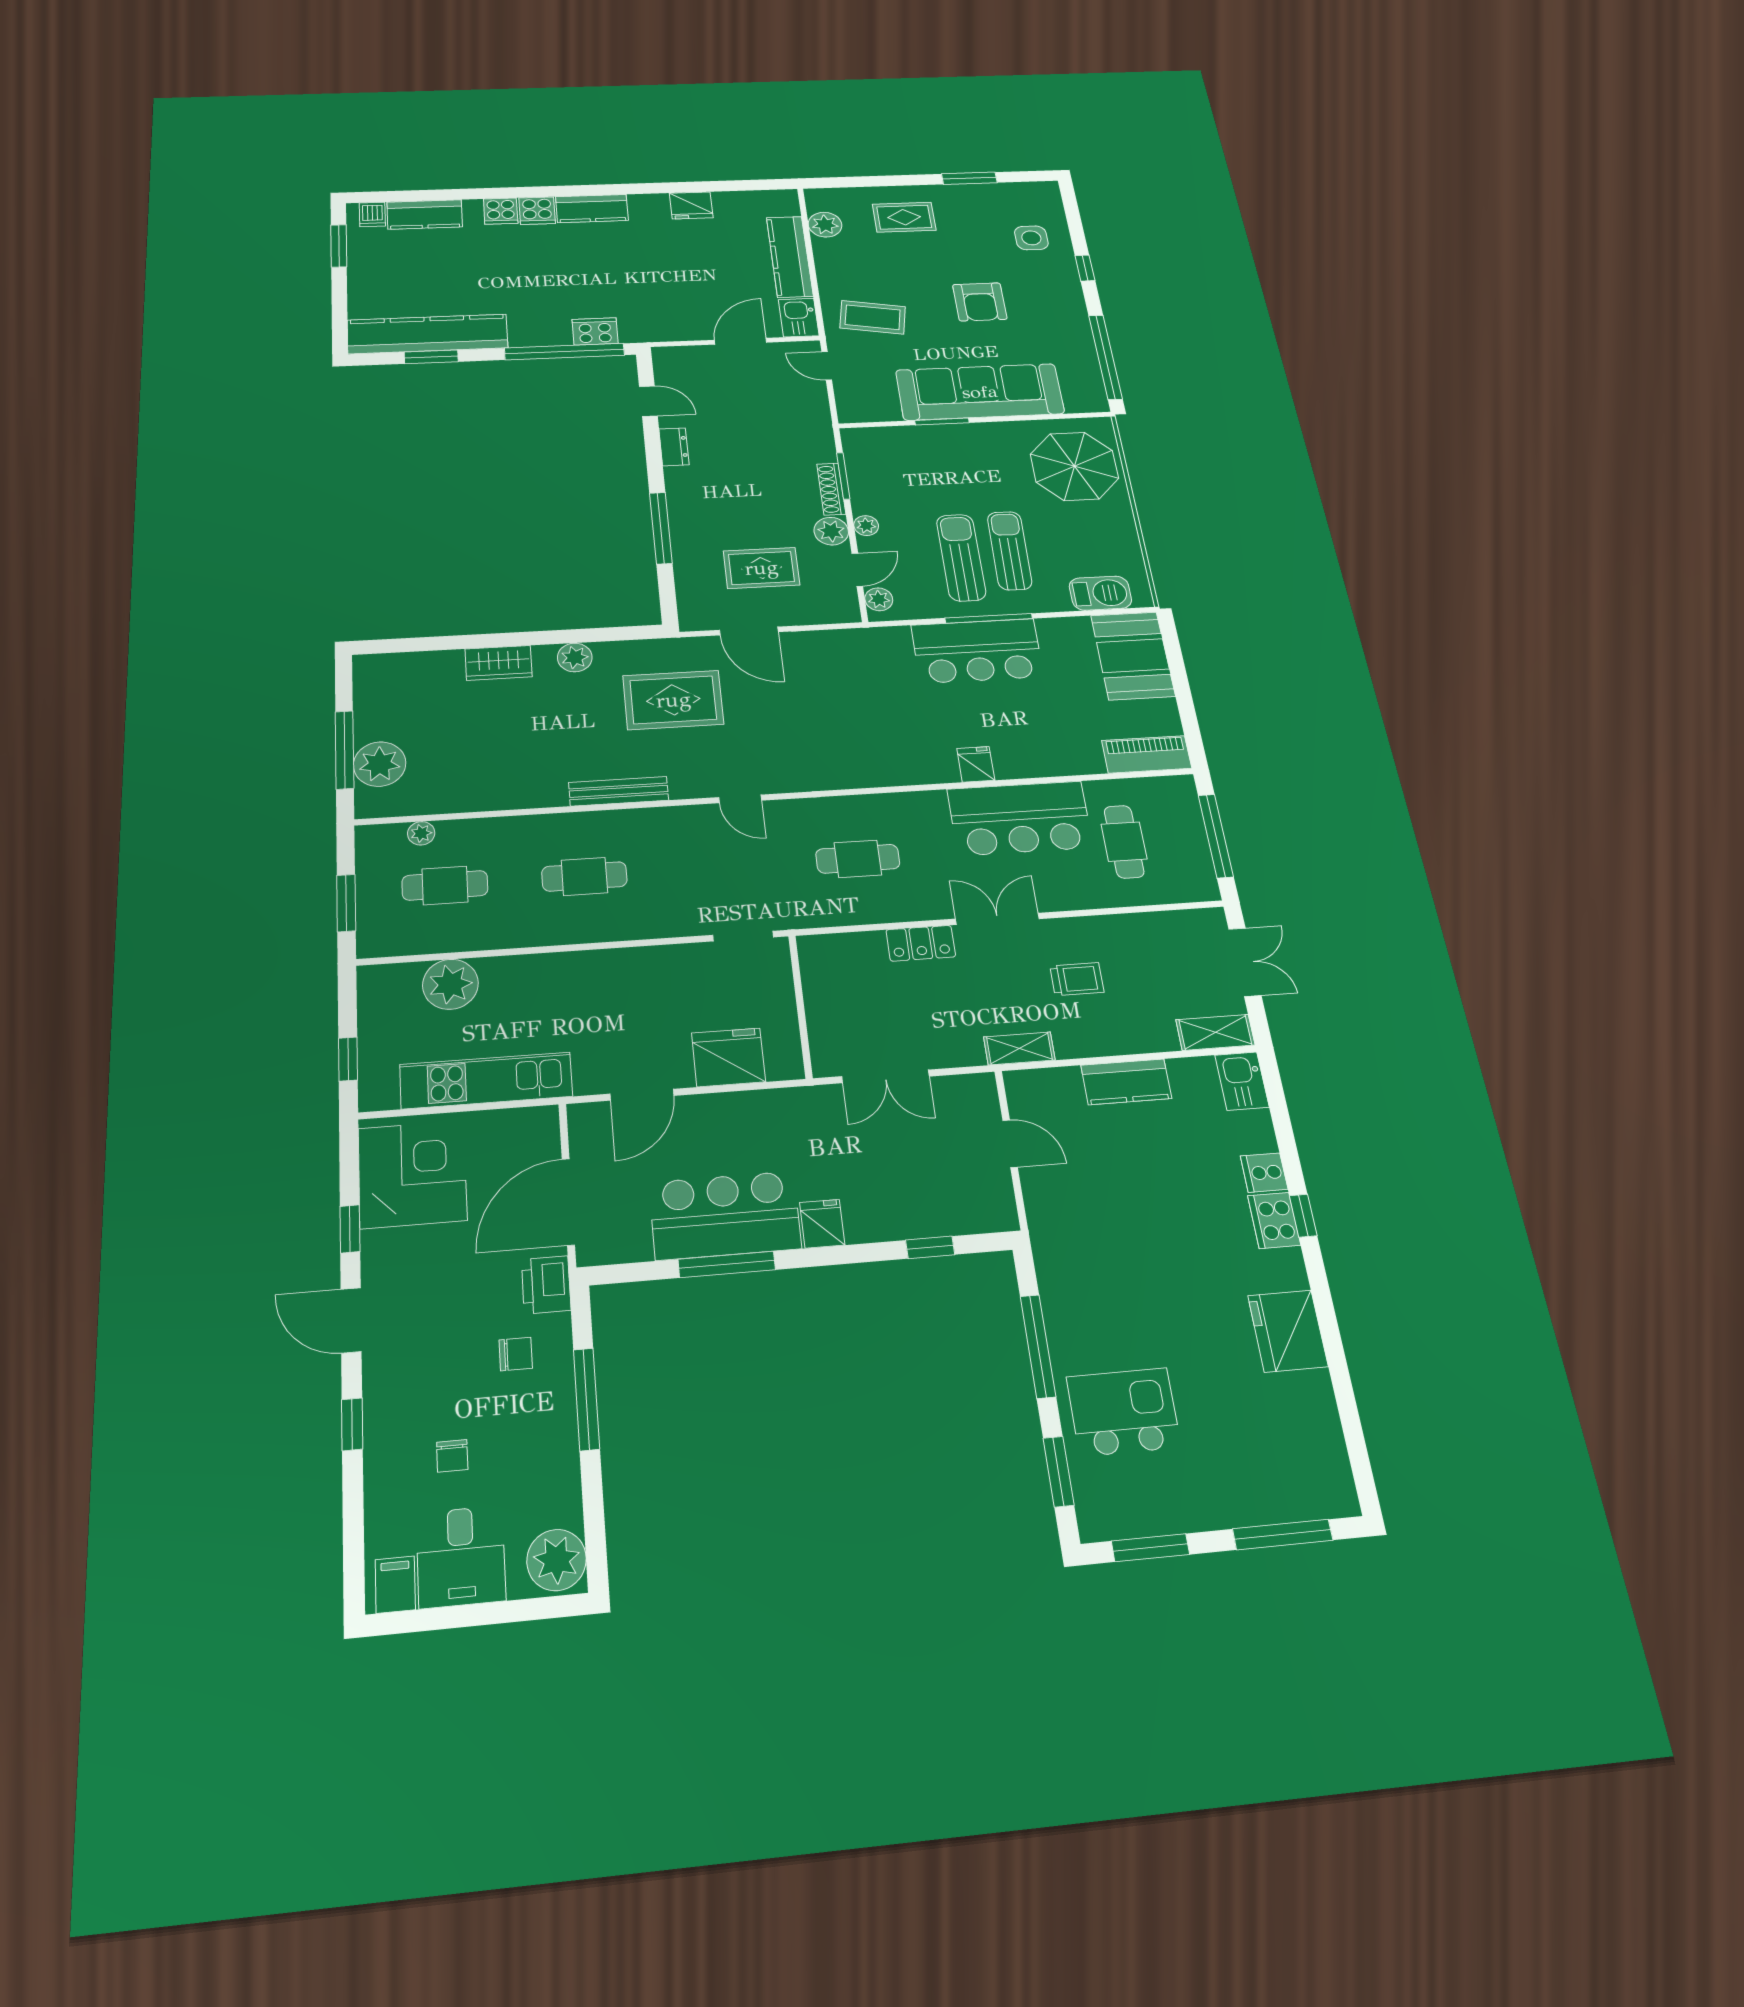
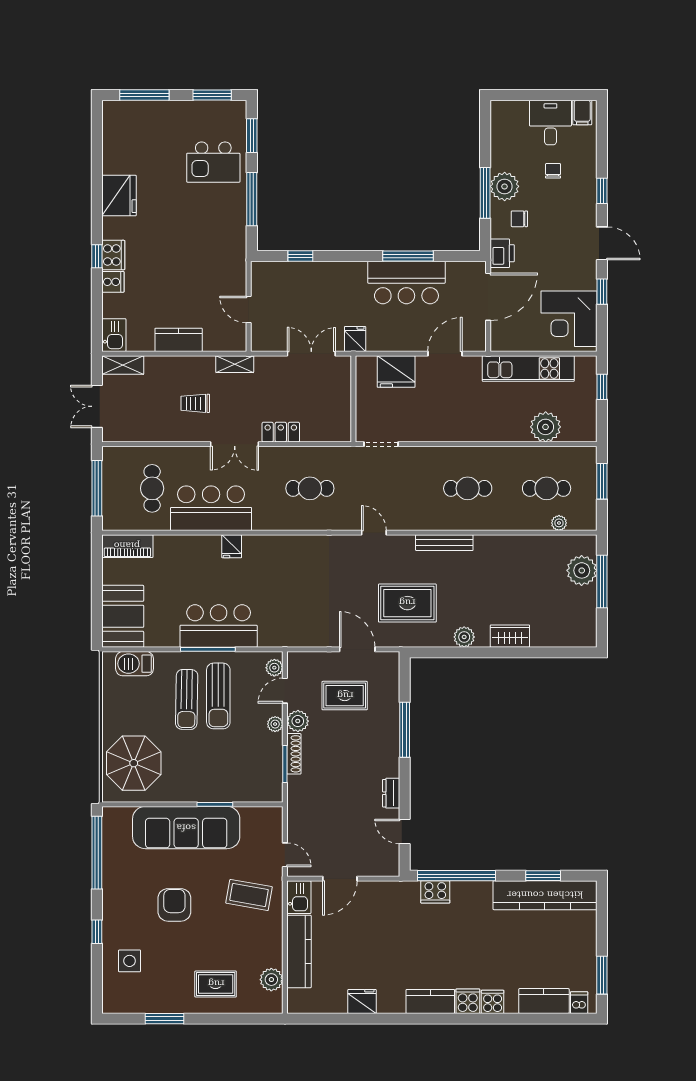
fridge: (822, 1224) -> (355, 339), moved, turned 180
plant: (557, 1560) -> (505, 186), moved

